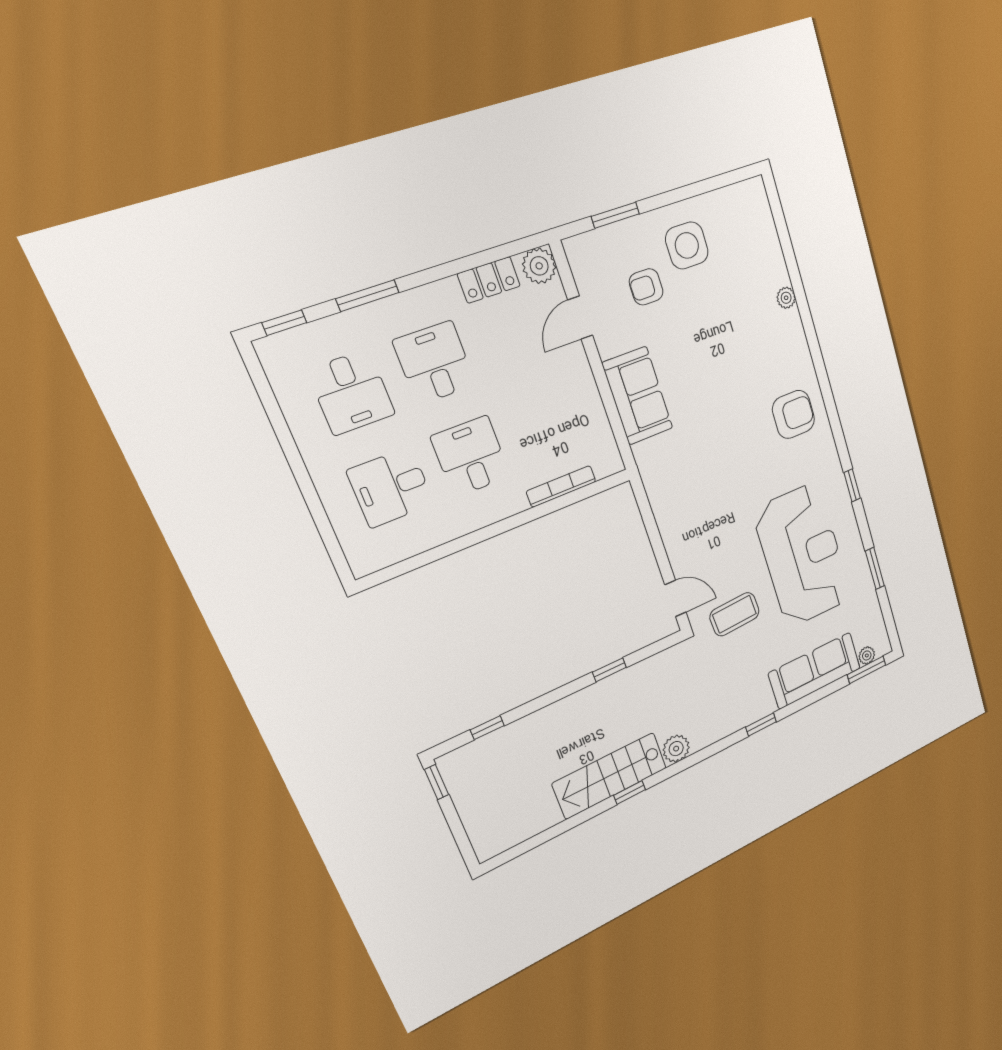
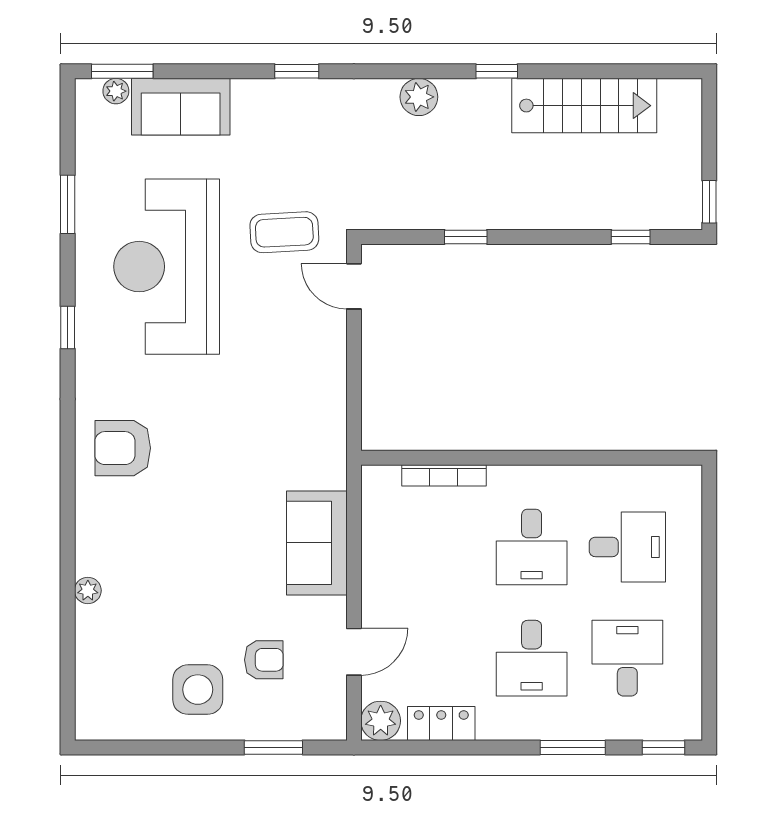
sofa: (815, 671) -> (181, 107), width x0.73
stairs: (610, 776) -> (584, 106), moved

